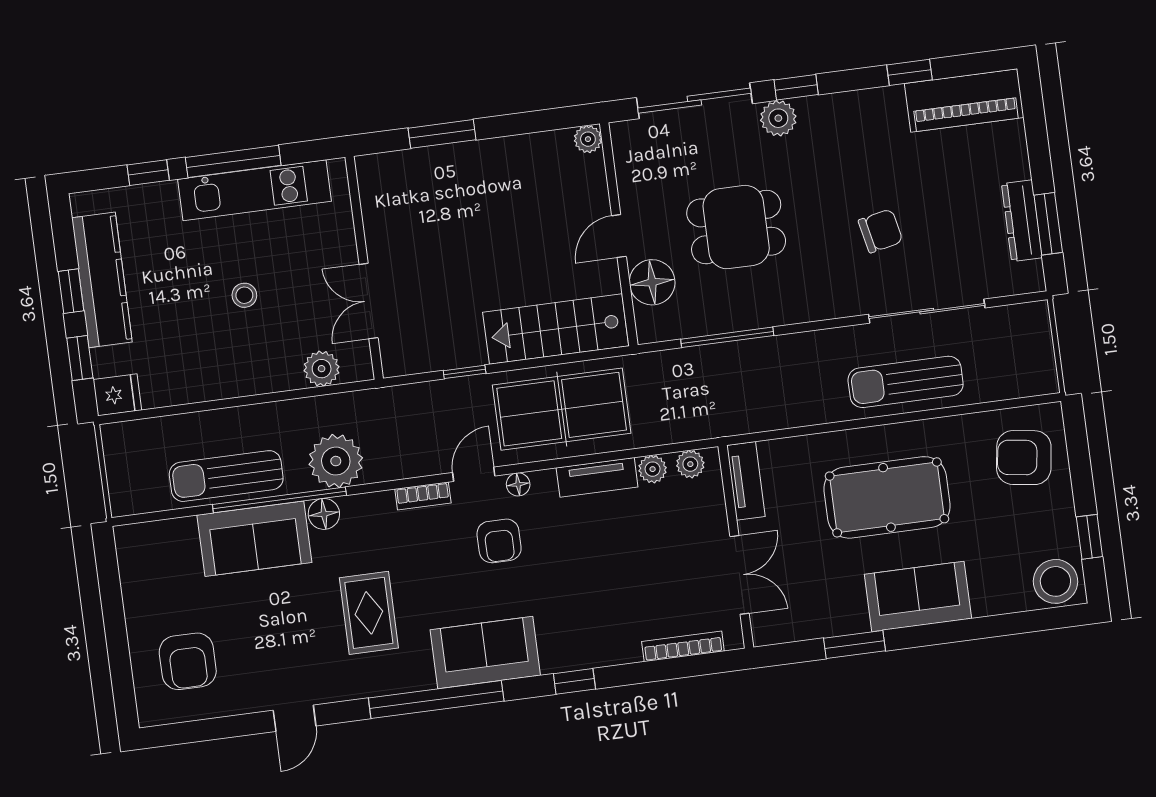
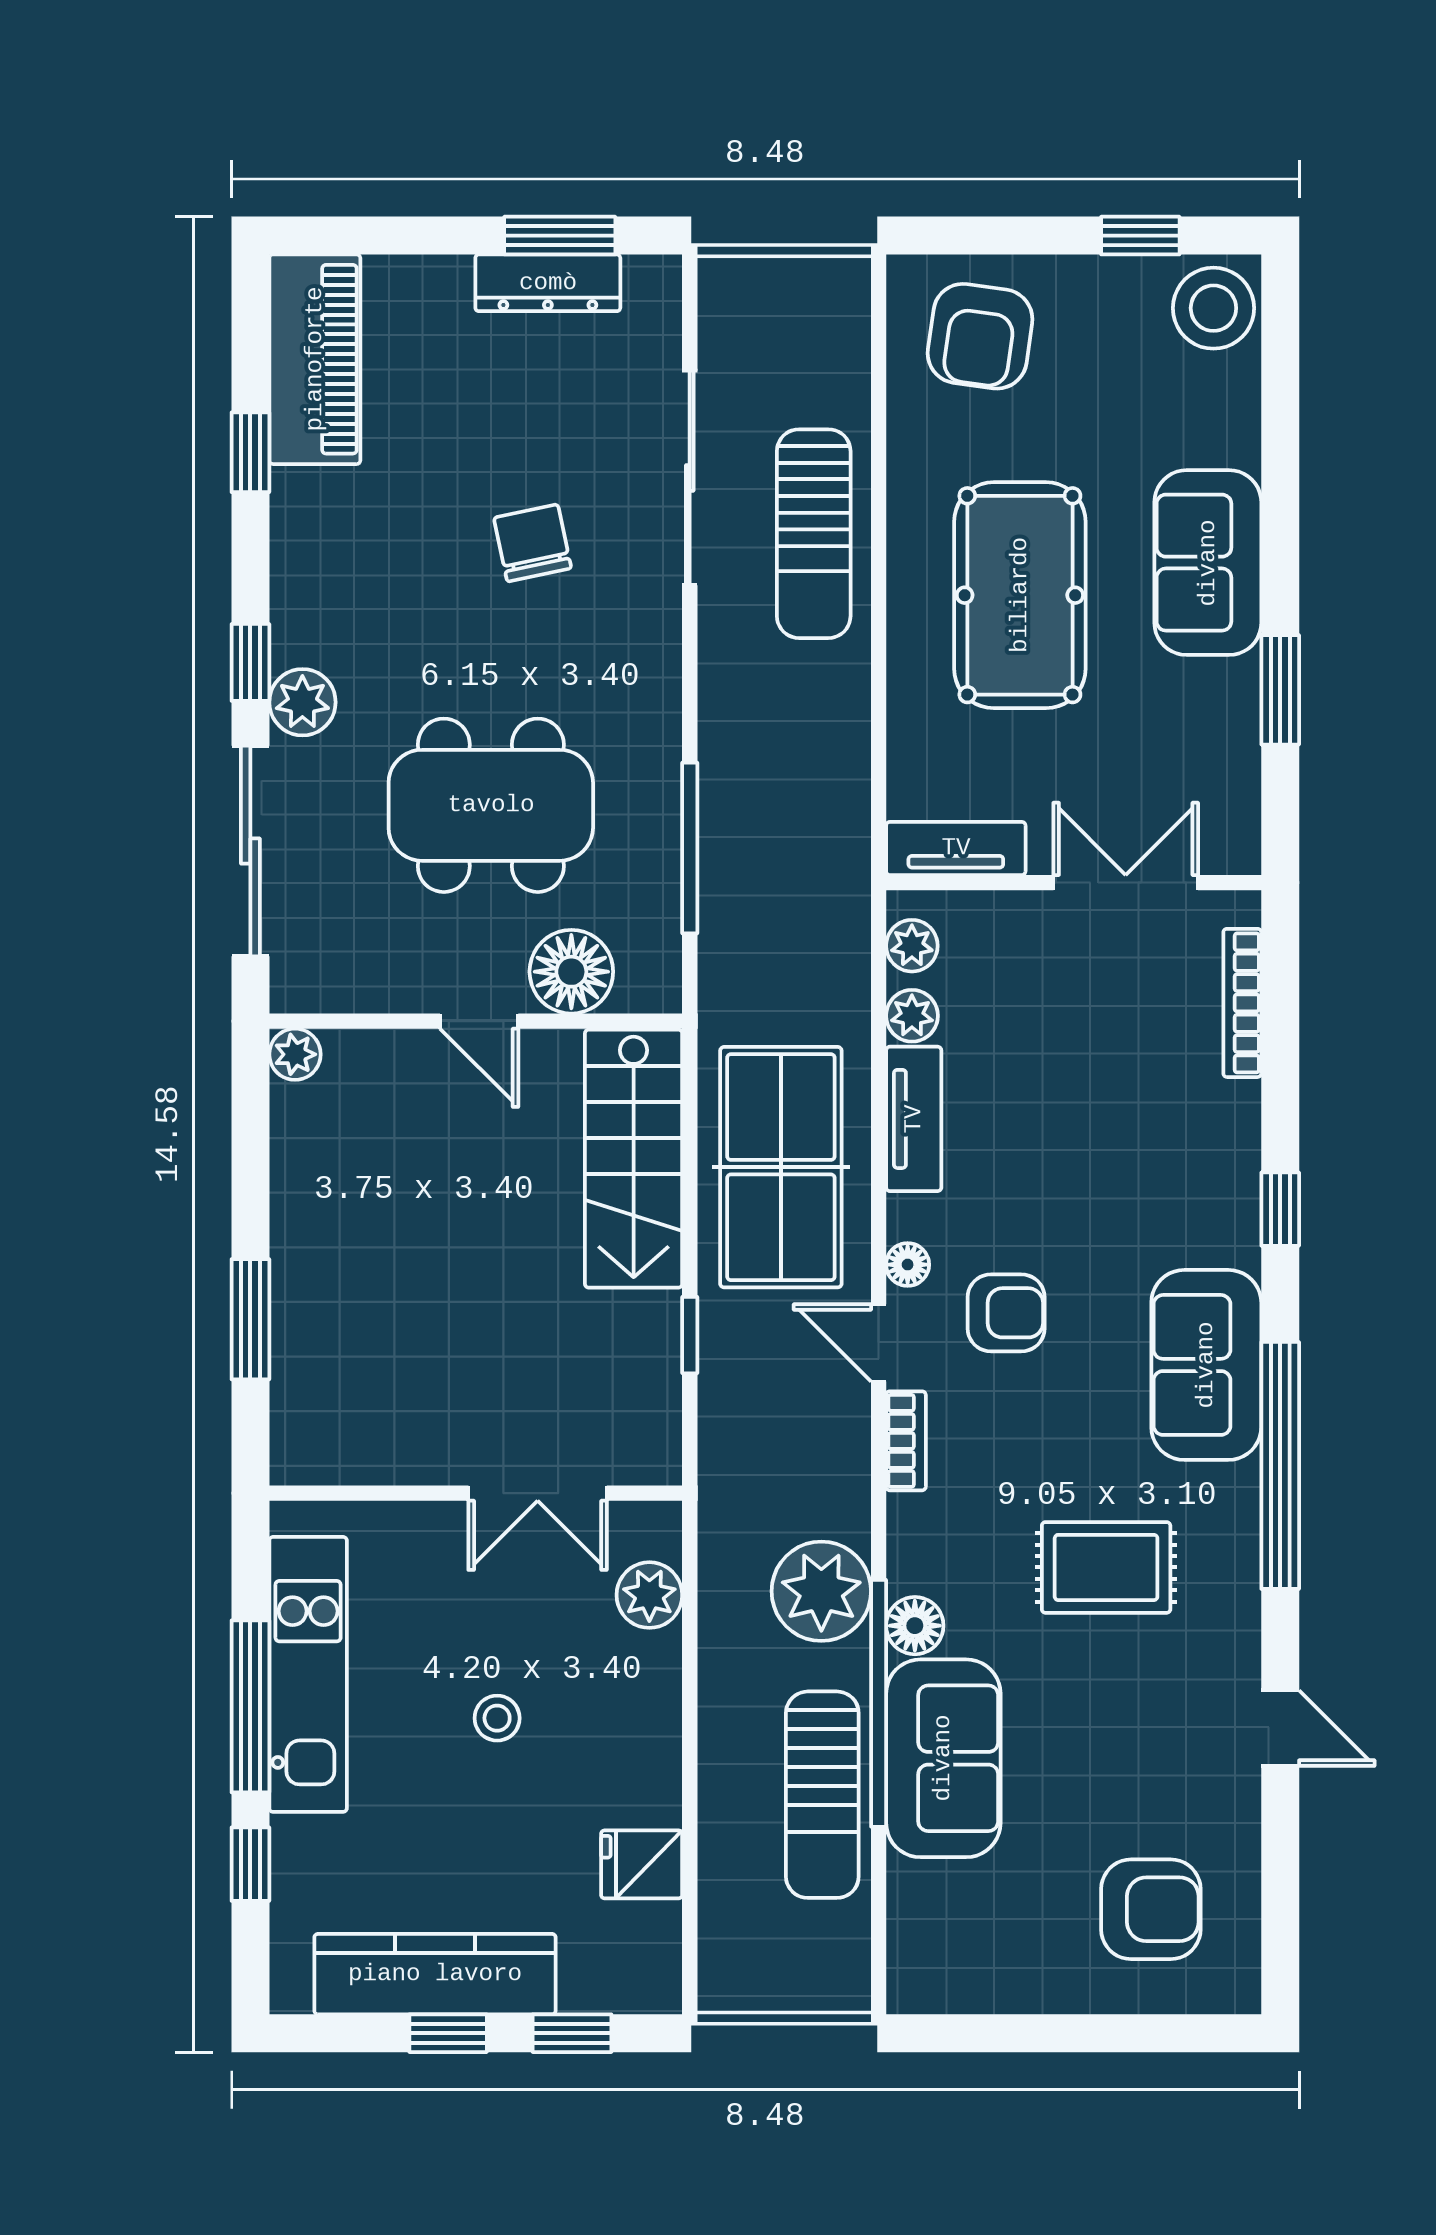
dining table: (736, 227) -> (491, 805), width x1.38
fridge: (117, 395) -> (642, 1864), moved, turned -90

